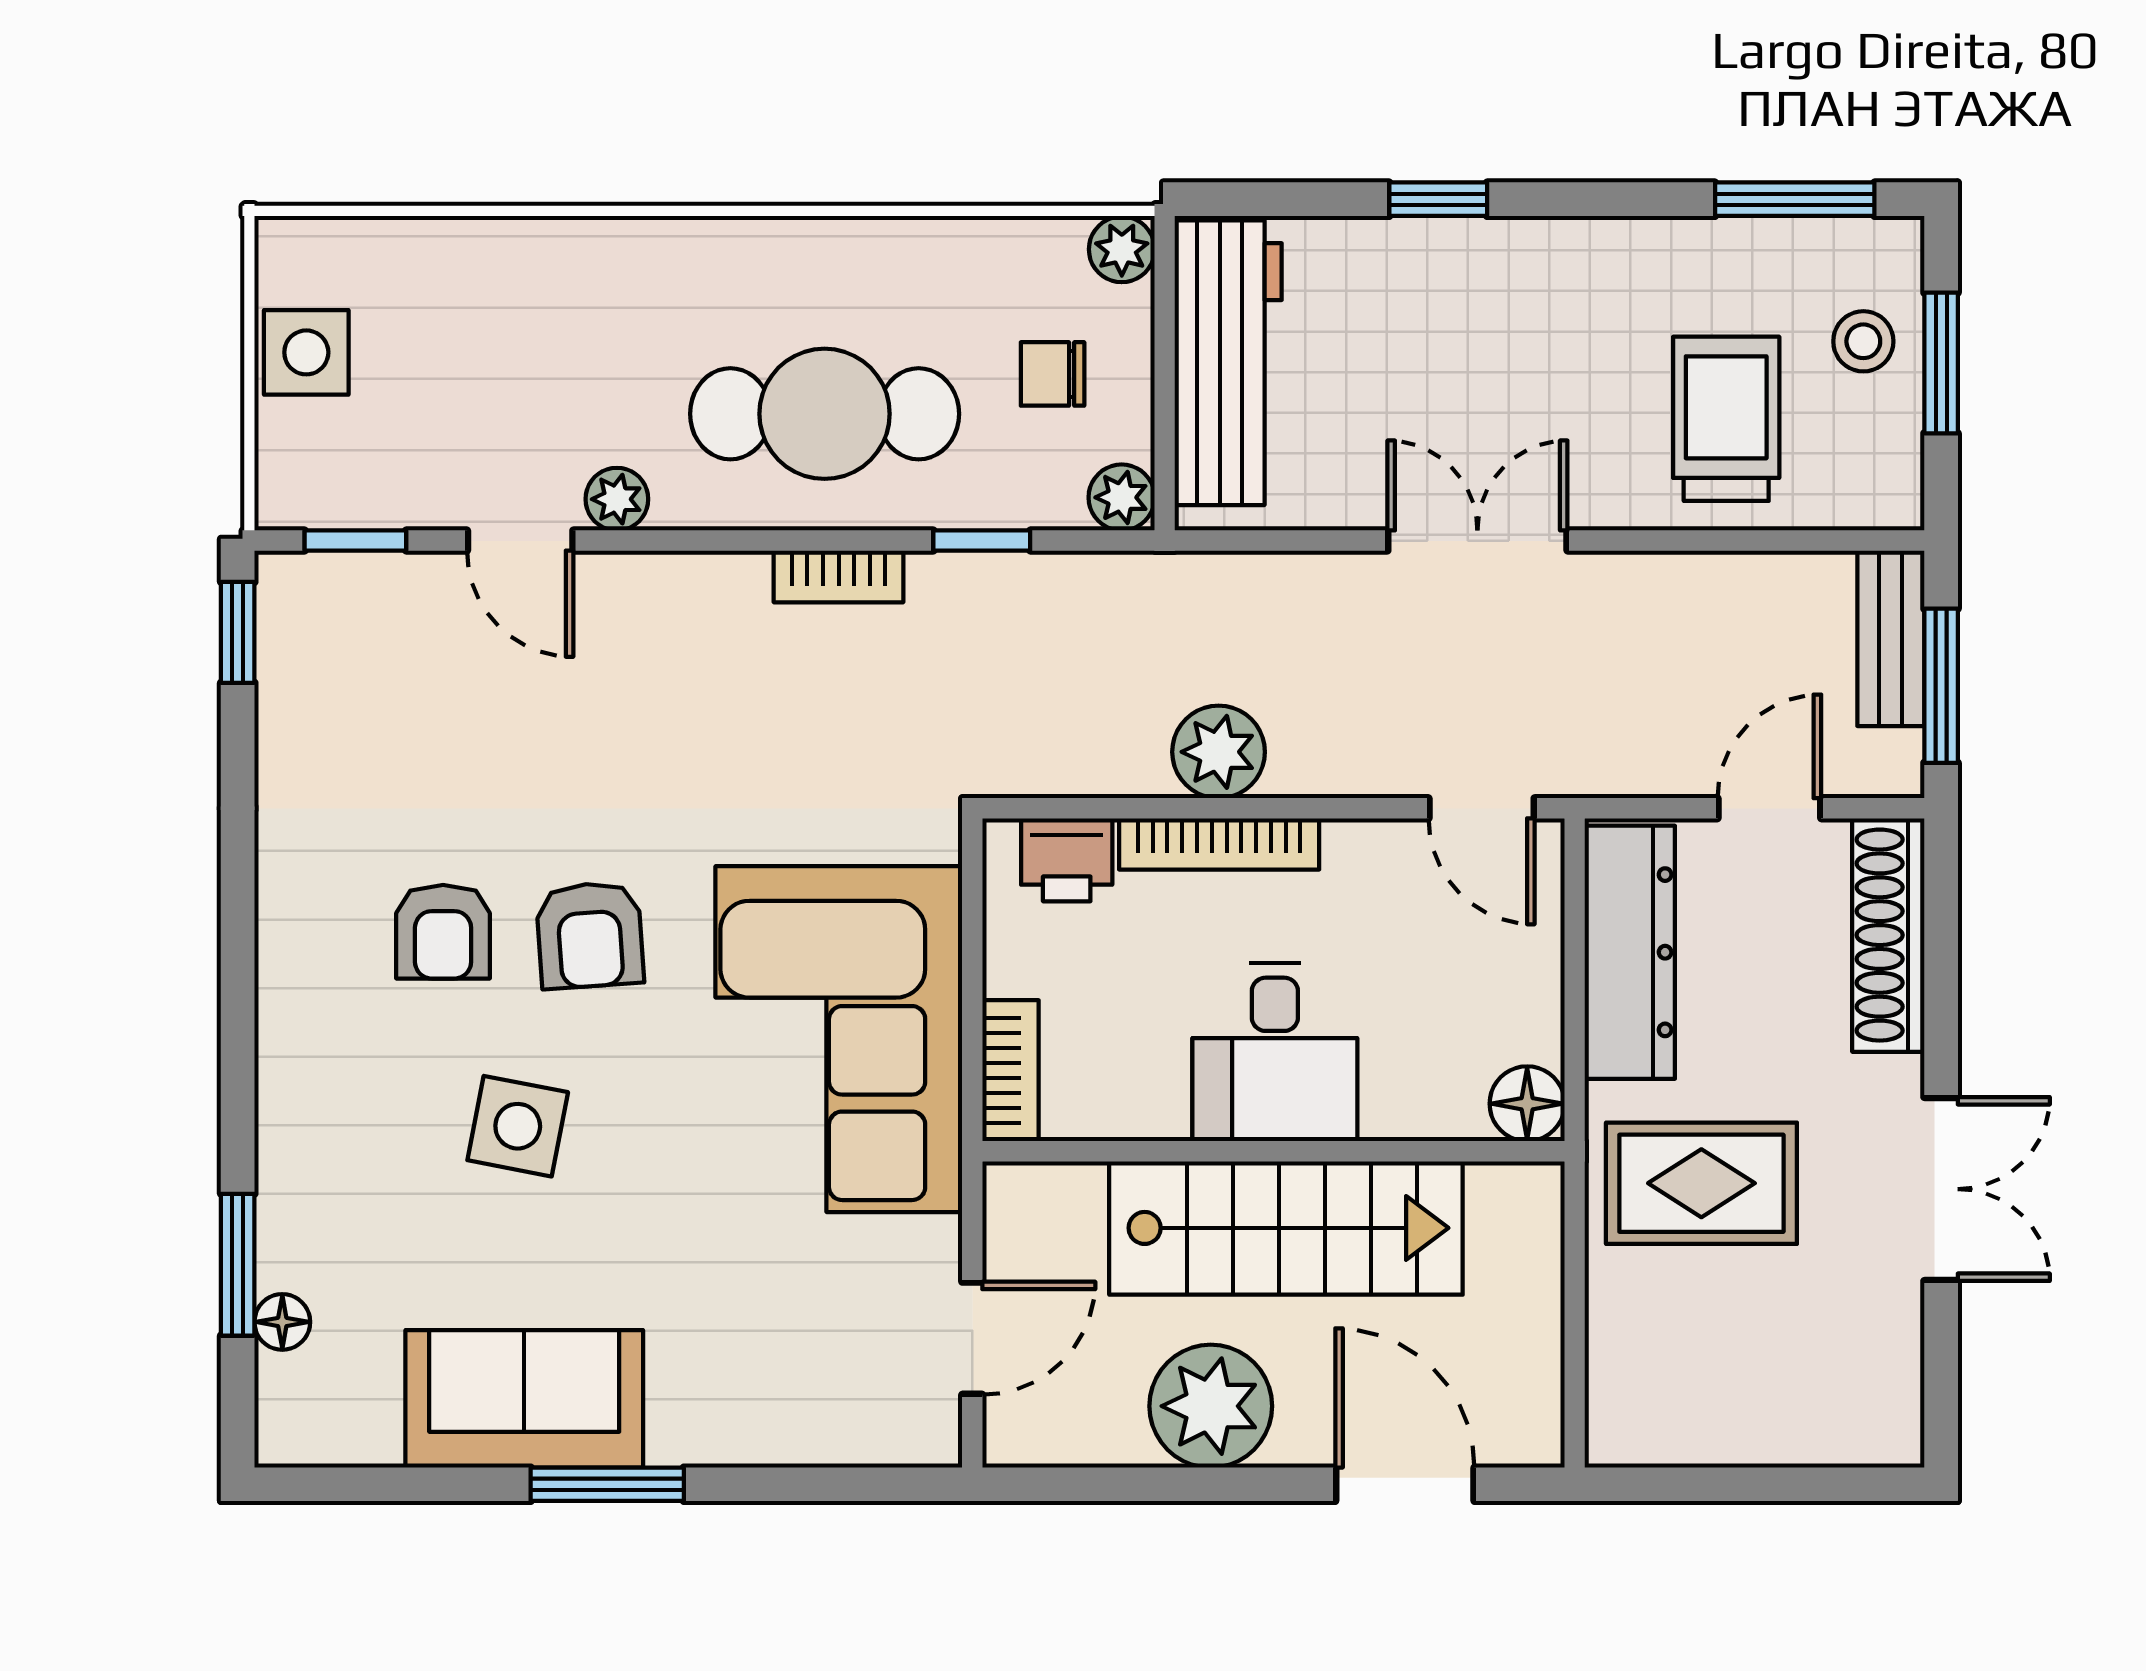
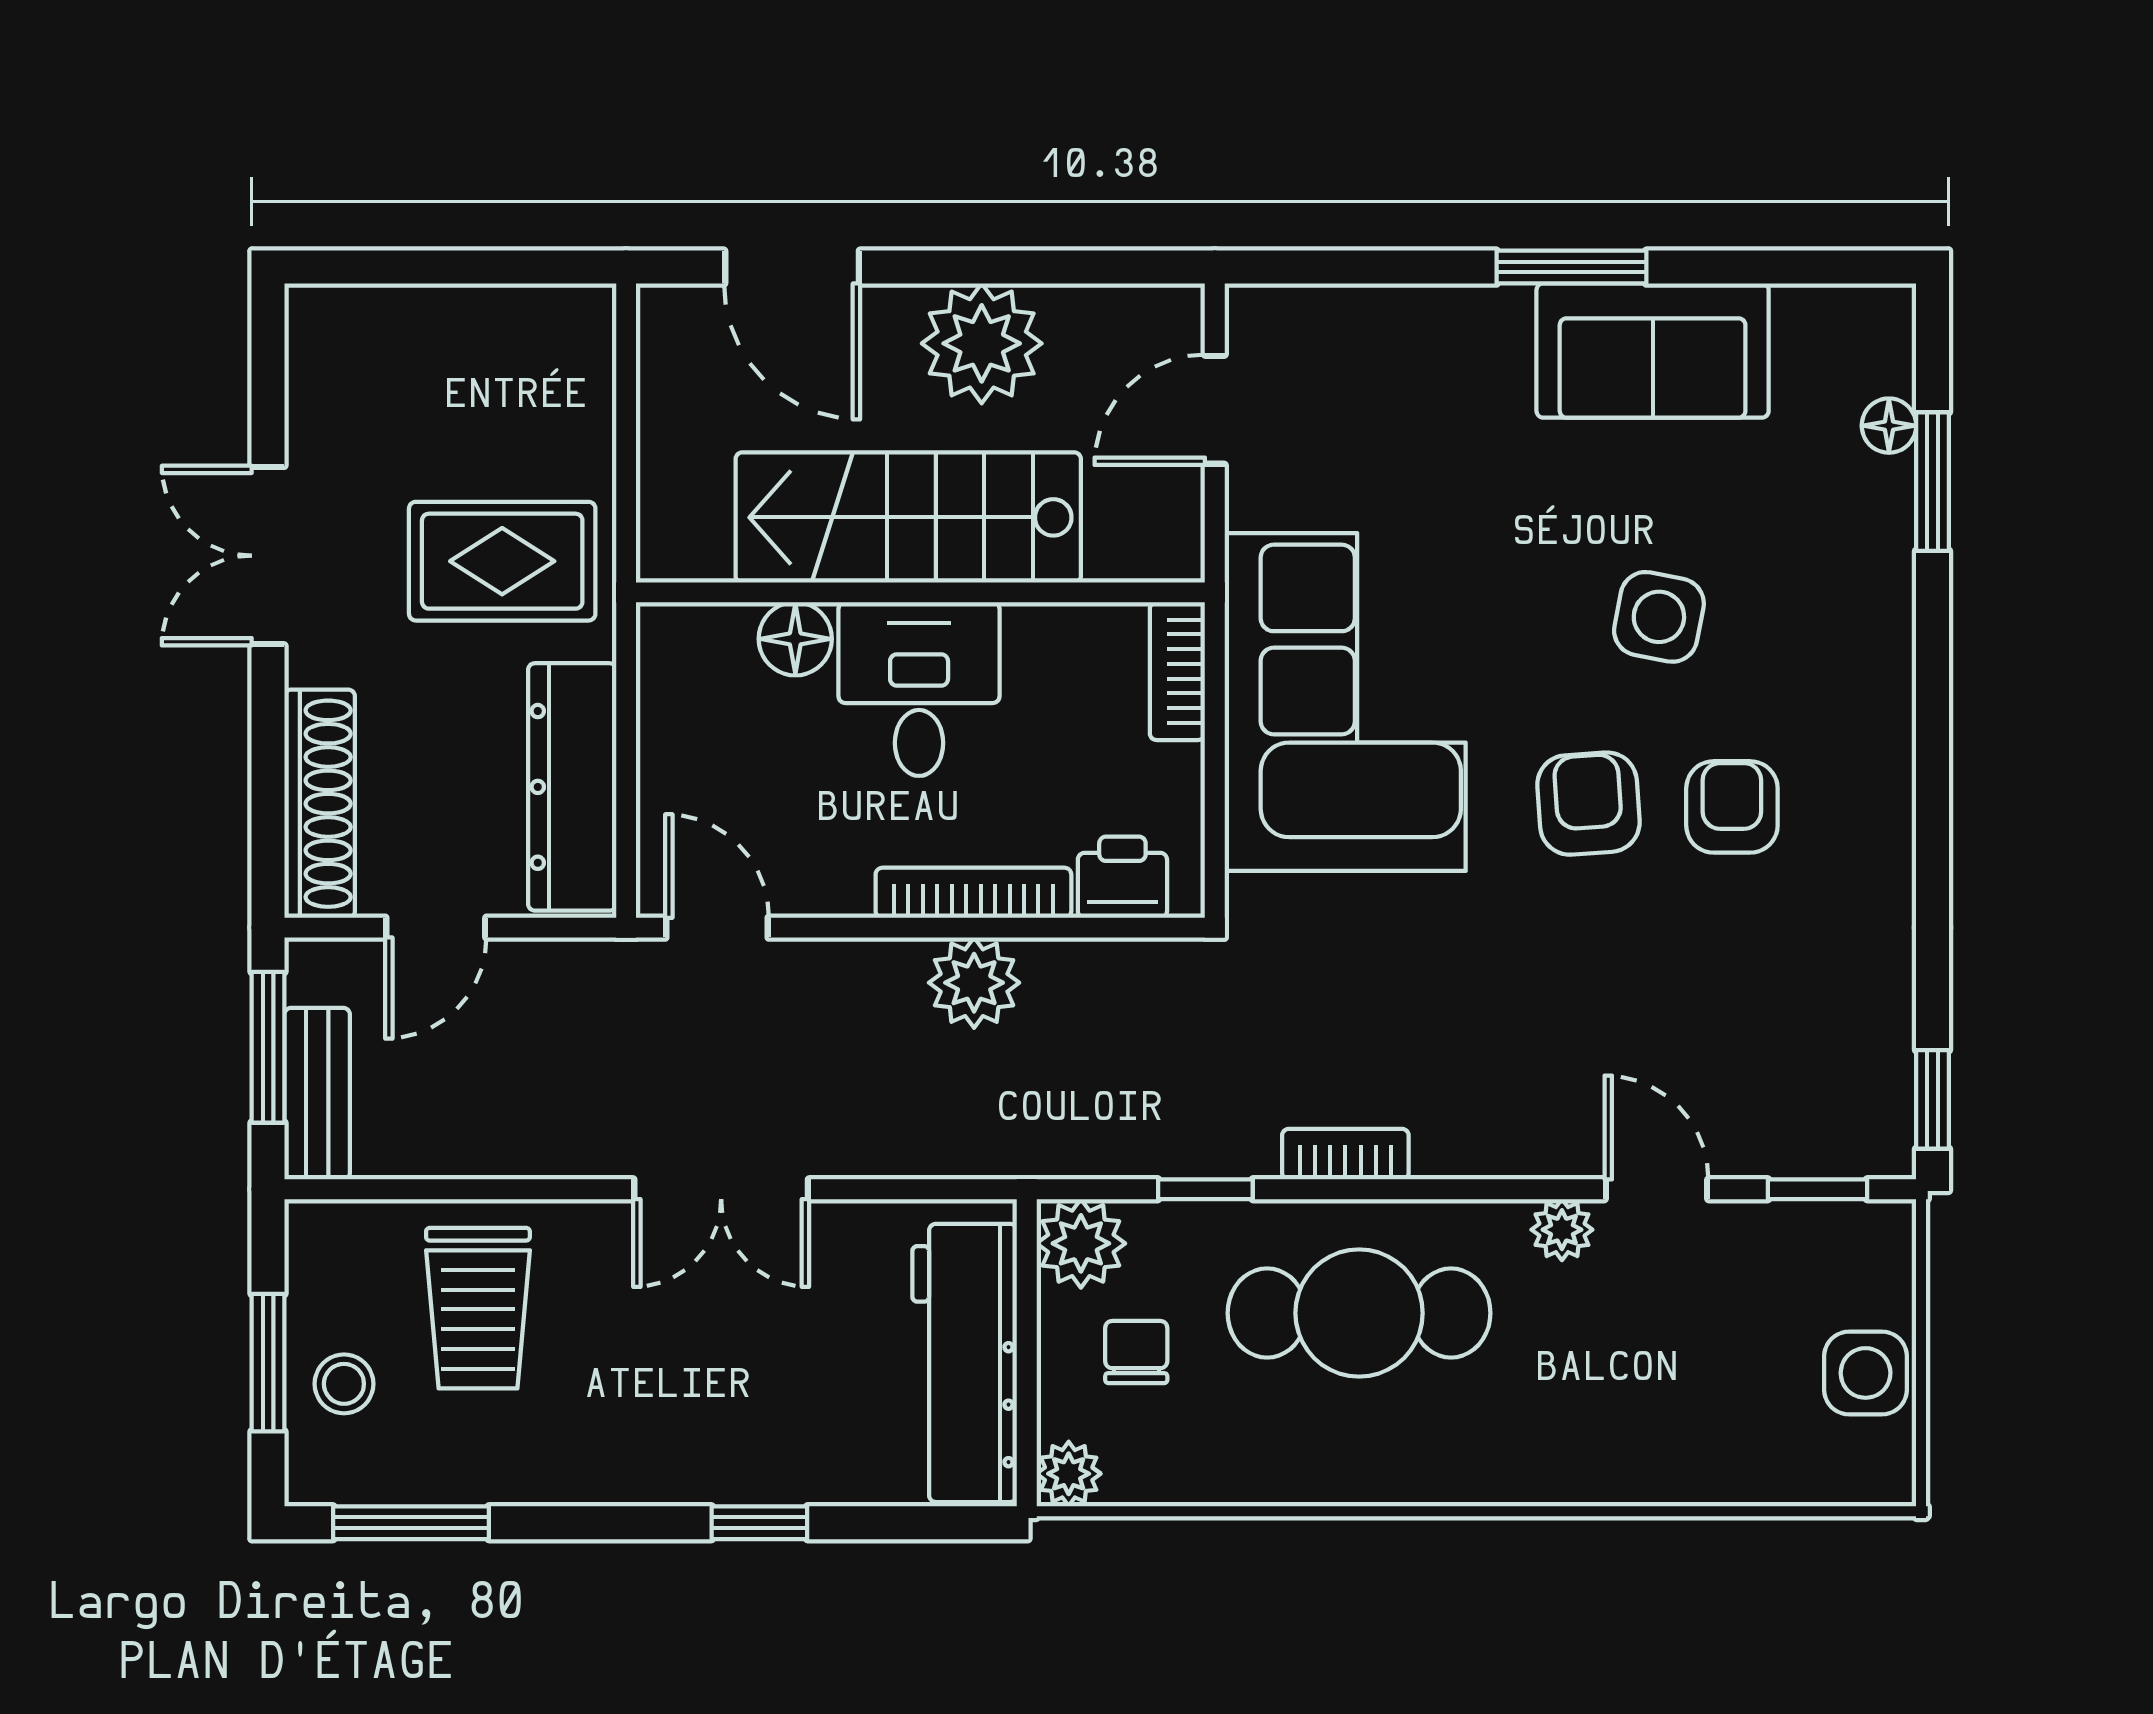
chair: (1053, 374) -> (1136, 1352), turned -90
plant: (1122, 497) -> (1081, 1243), width x1.38, depth x1.38
floor lamp: (1527, 1104) -> (795, 639), moved

